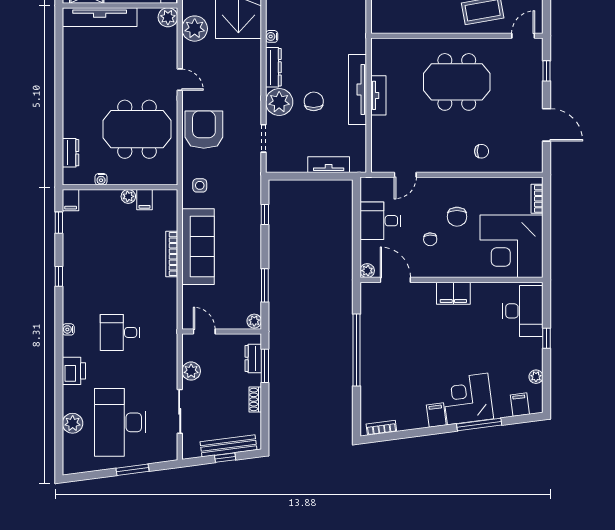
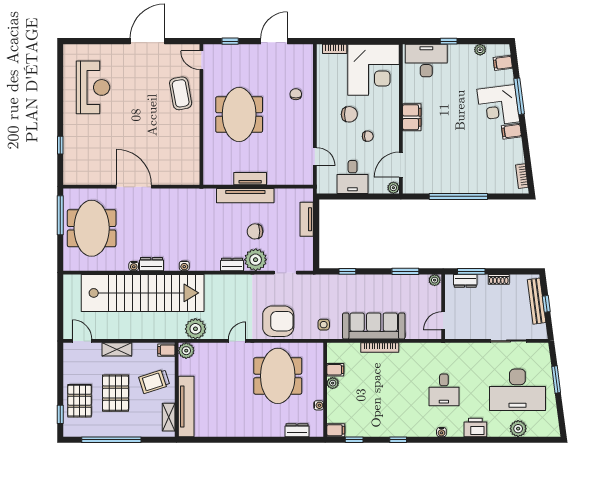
water cooler: (272, 36) -> (184, 266), moved
dresser: (273, 67) -> (232, 264), width x0.70
armchair: (204, 130) -> (278, 321), turned 180
plant: (191, 371) -> (475, 332), removed

